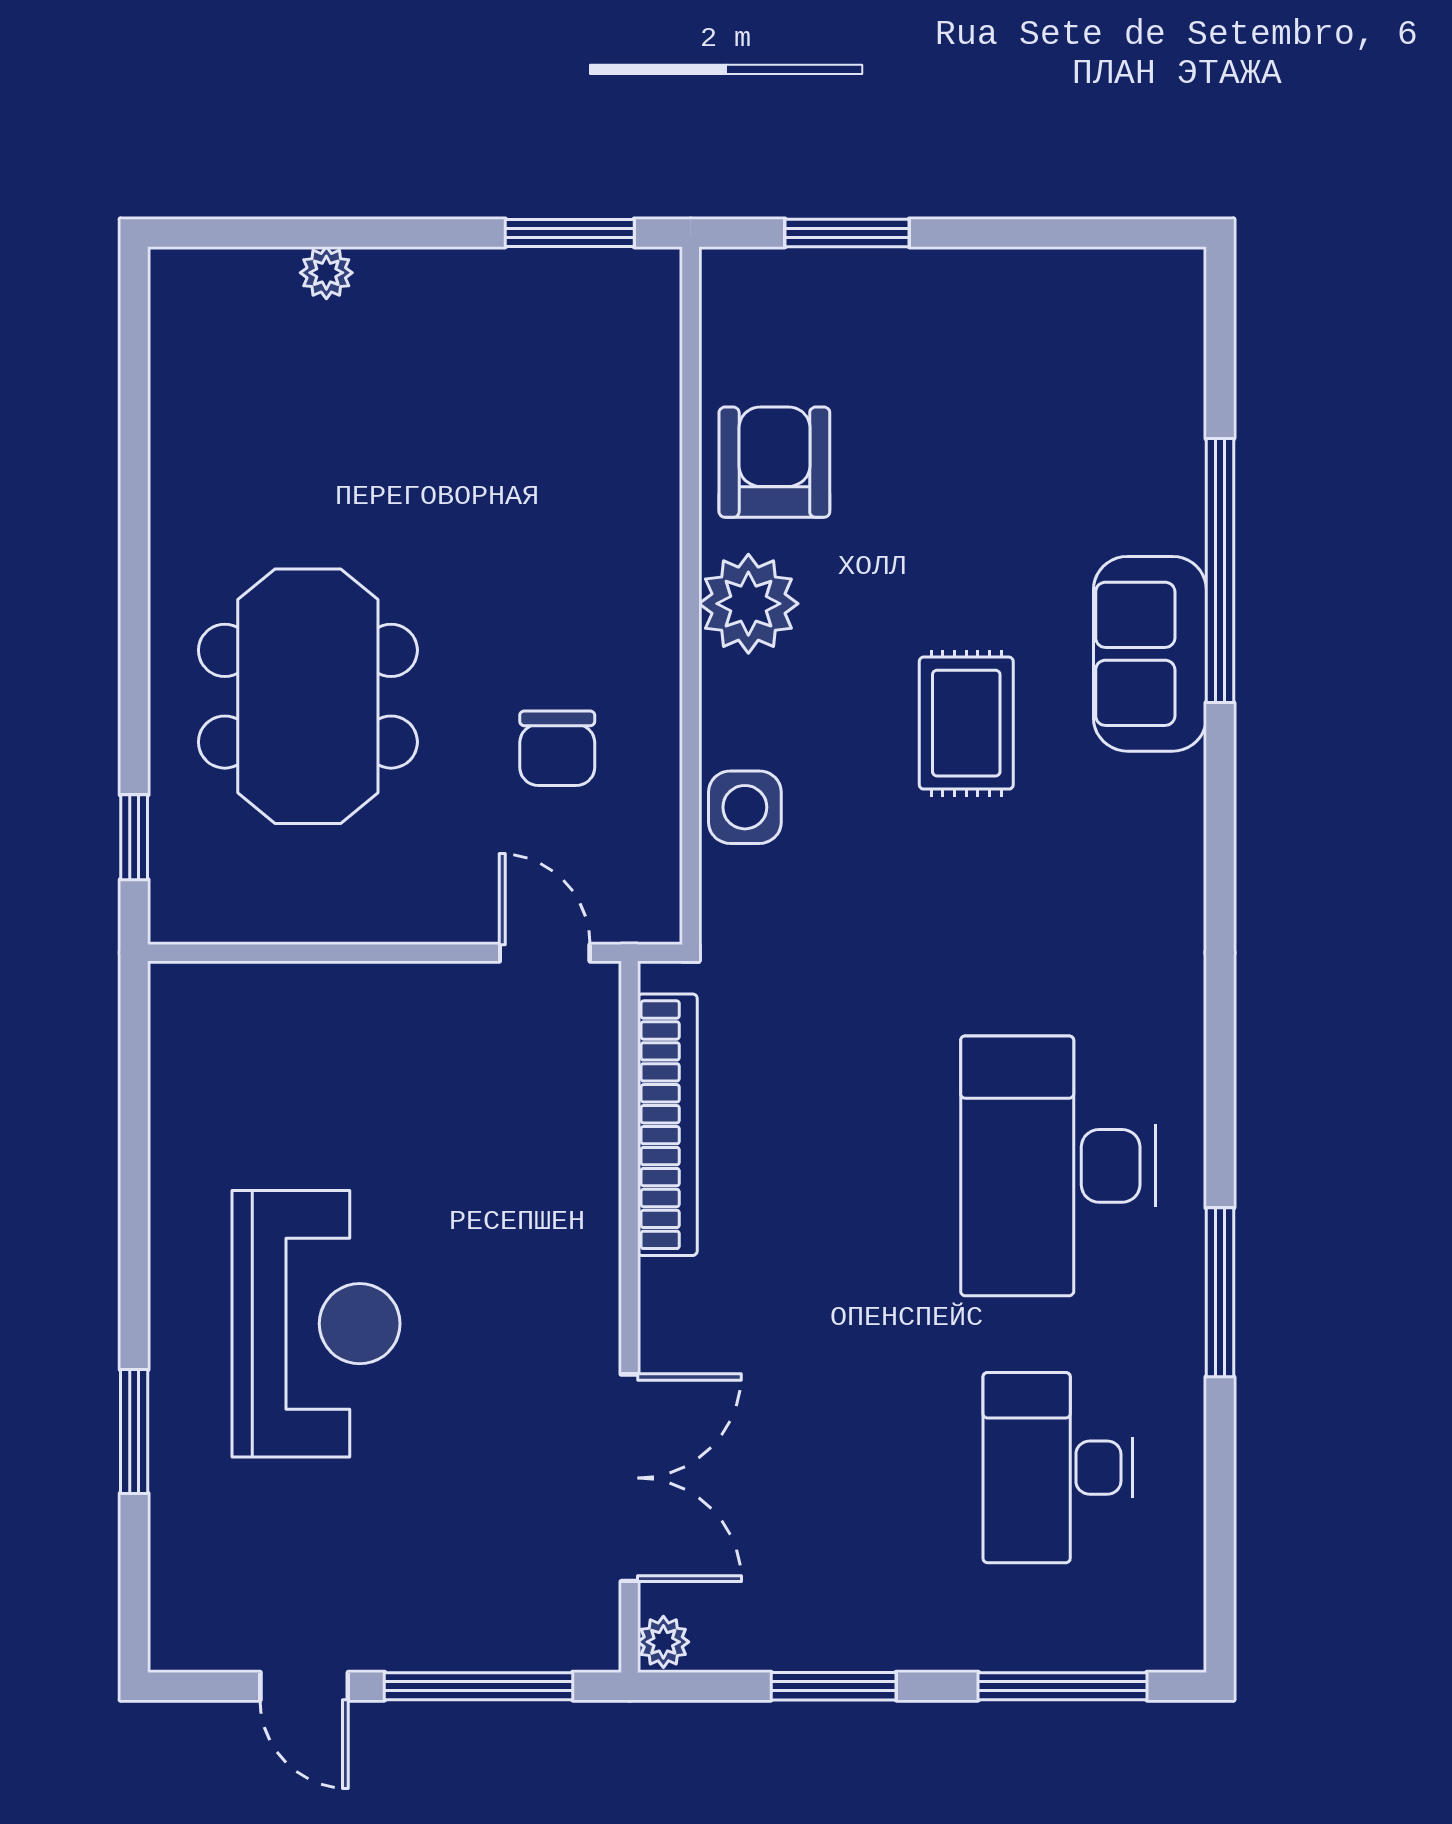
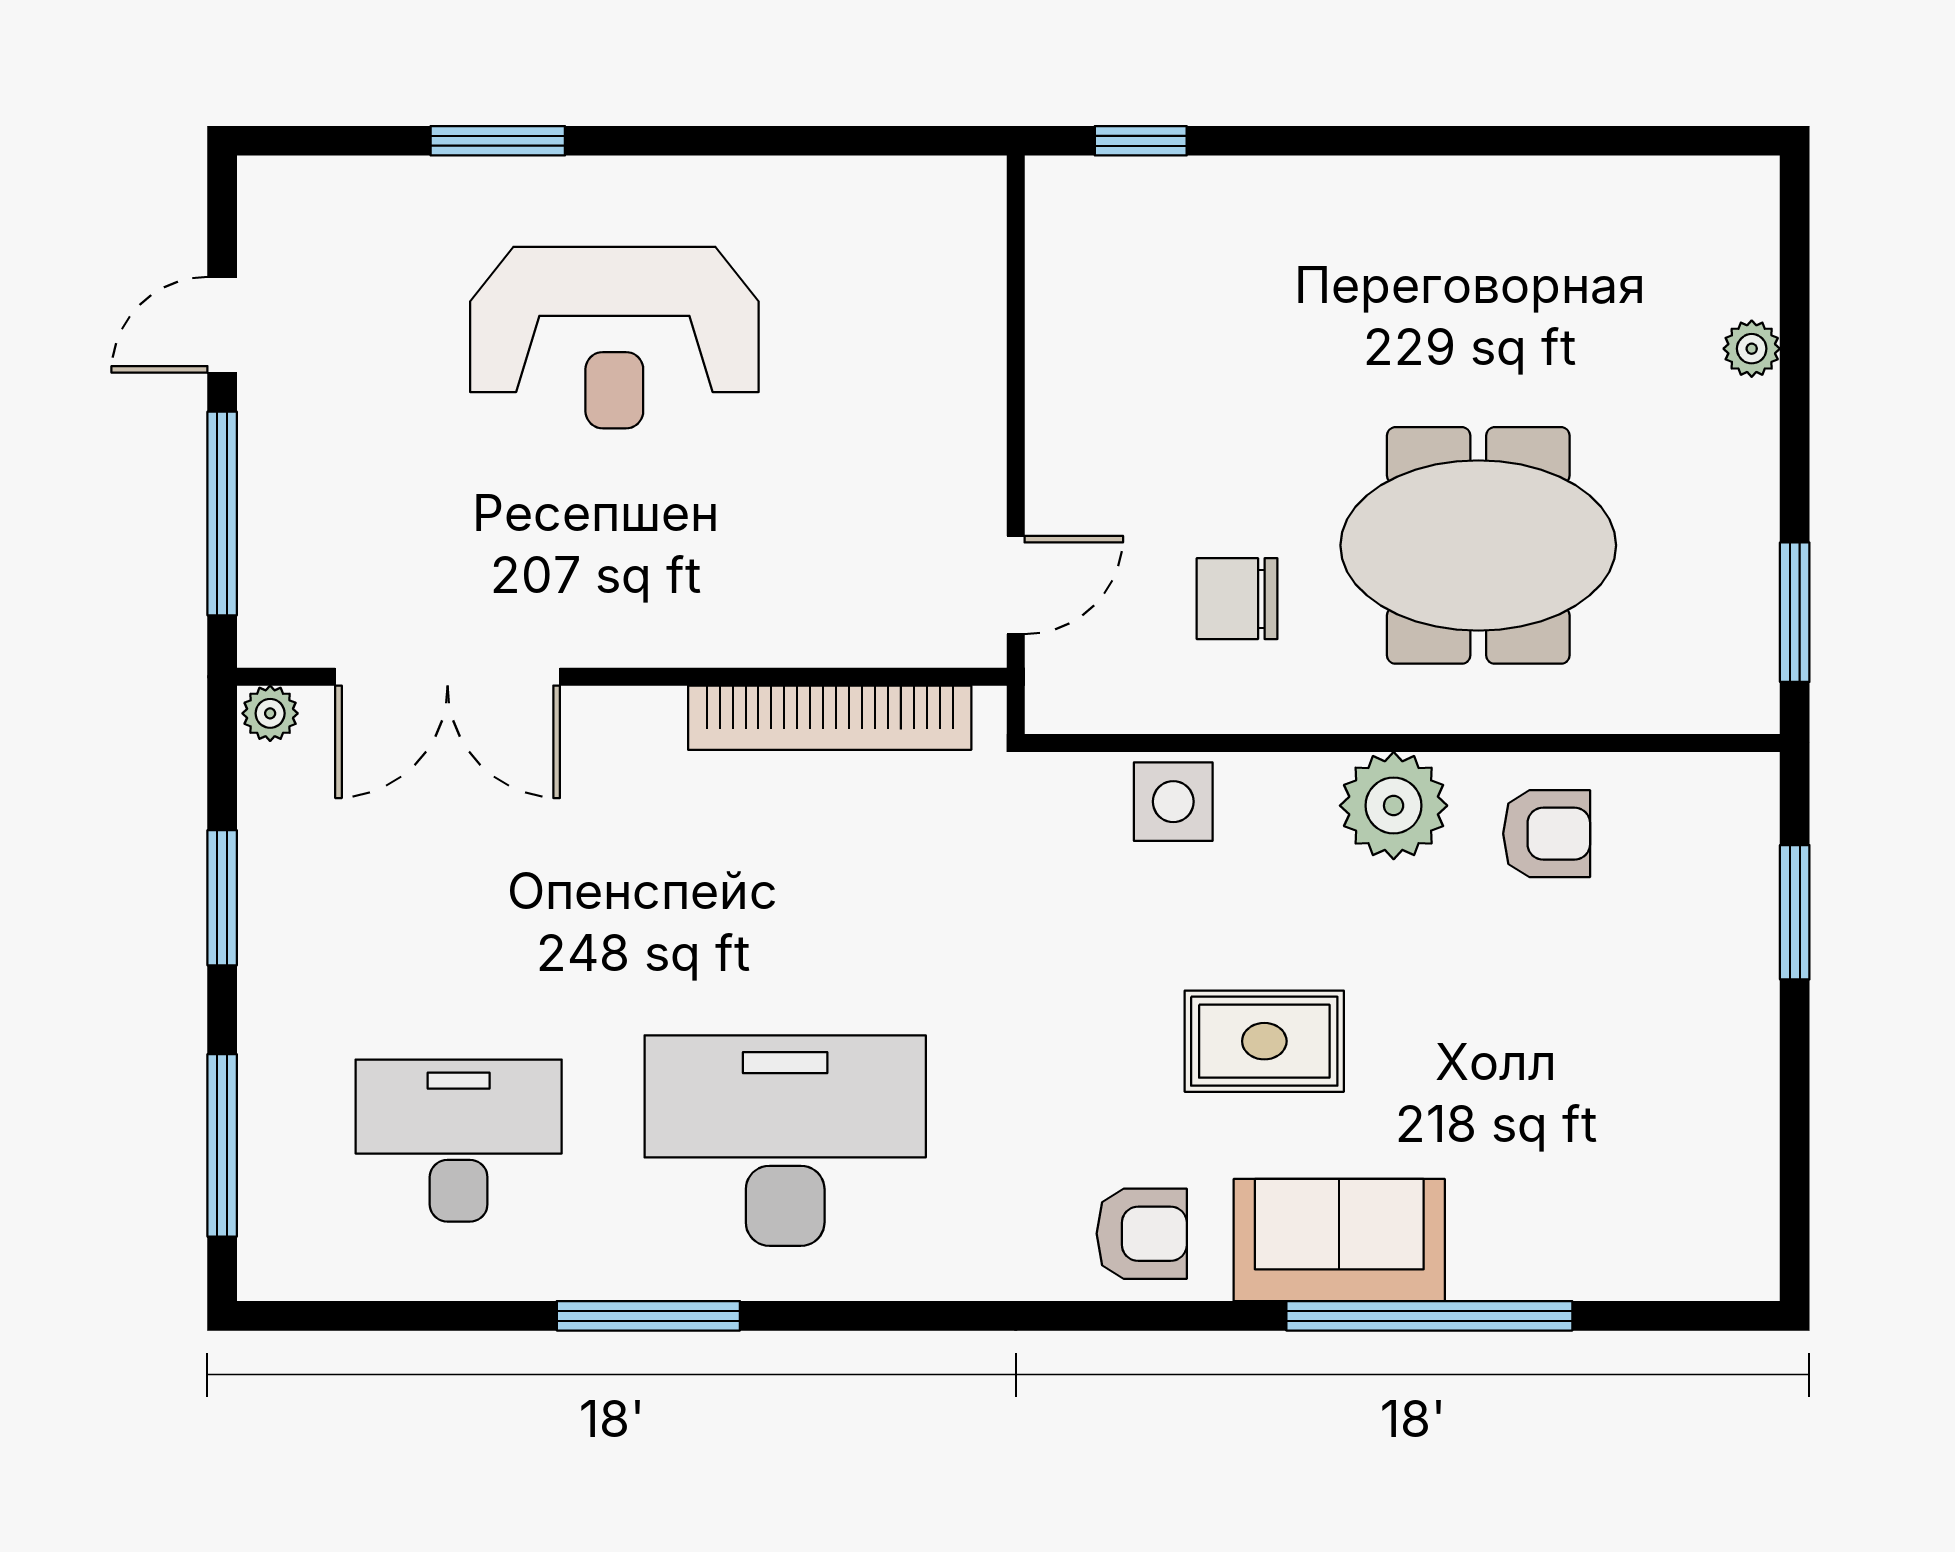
armchair: (774, 462) -> (1547, 834), width x0.72, depth x0.72
meeting table: (308, 696) -> (1478, 545), moved
armchair: (1144, 836) -> (1142, 1234), added

